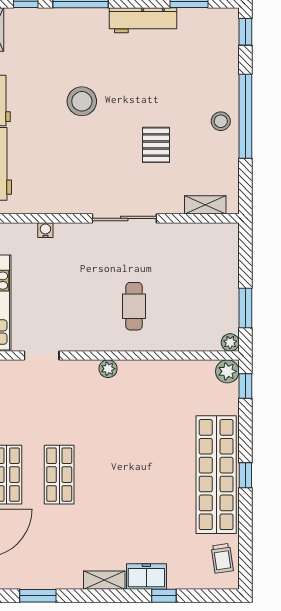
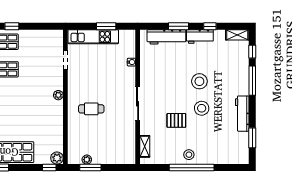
window: (245, 32) -> (236, 168), removed
stool: (133, 97) -> (202, 108), added
plant: (230, 342) -> (87, 160), moved

